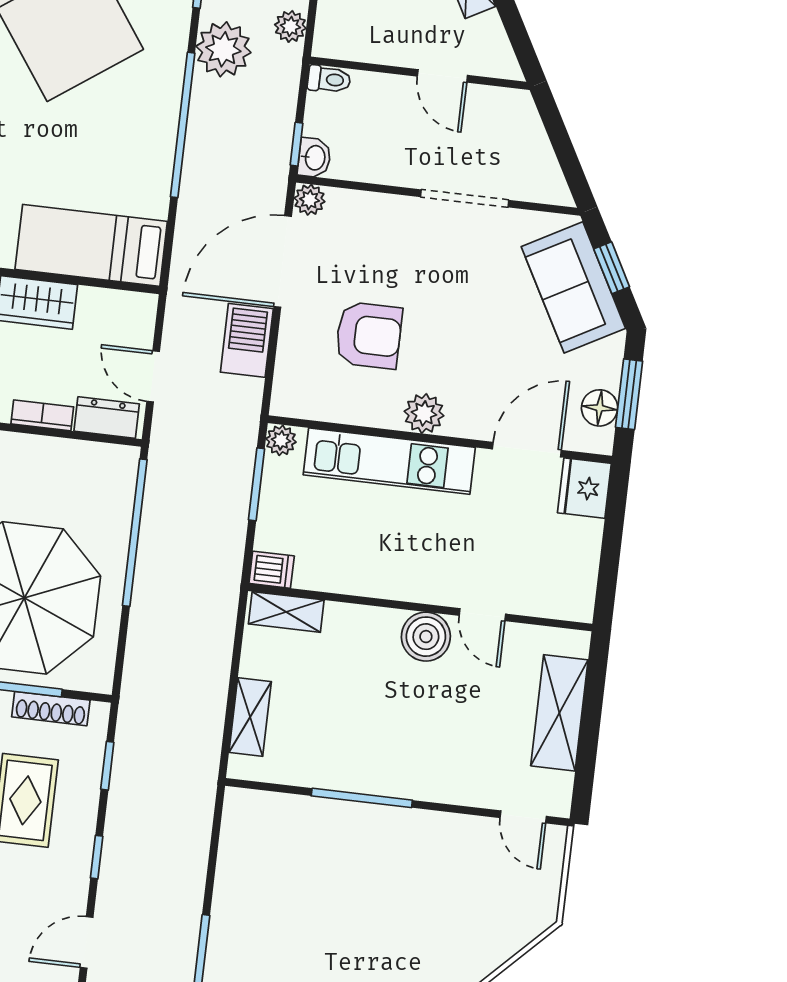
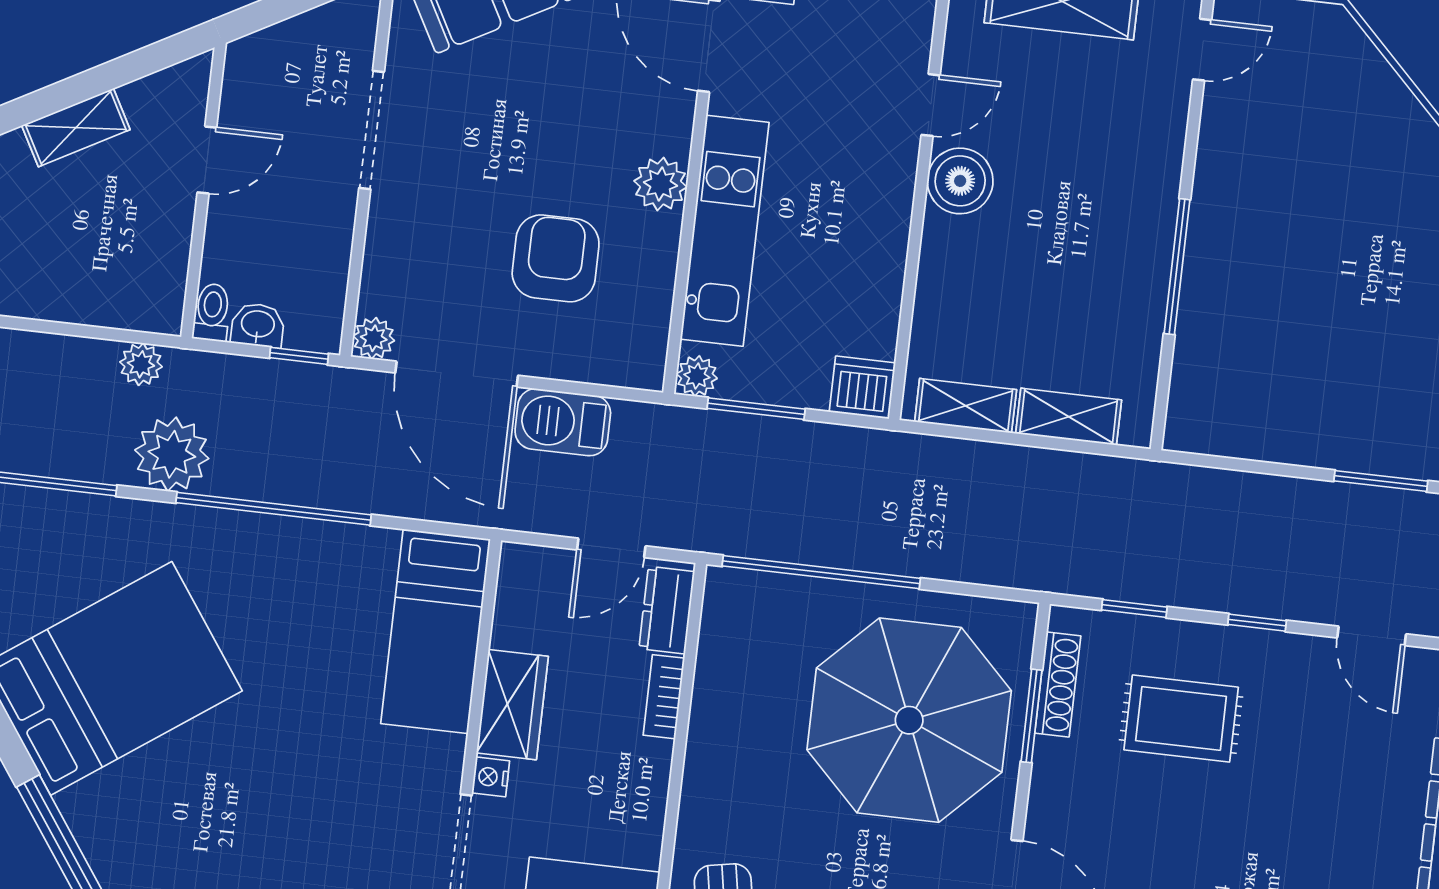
washbasin: (314, 158) -> (258, 325), moved
dishwasher: (272, 570) -> (862, 387), width x1.38
shelving: (286, 612) -> (966, 406), moved, turned 90

